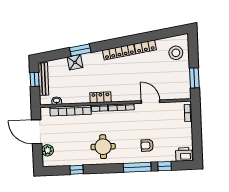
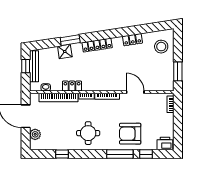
locker: (119, 52) -> (97, 45), moved
locker: (100, 97) -> (72, 86), moved
armchair: (147, 145) -> (130, 134), width x1.88, depth x1.88

